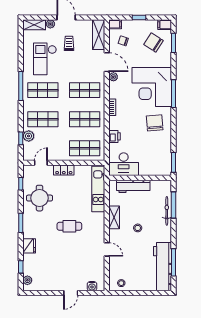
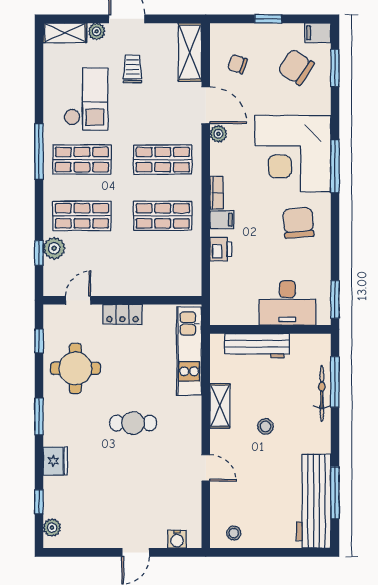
filing cabinet: (115, 24) -> (222, 220), moved
checkout: (45, 59) -> (86, 99), turned 180
shop shelf: (85, 148) -> (163, 272), removed
desk: (124, 164) -> (287, 303), moved

